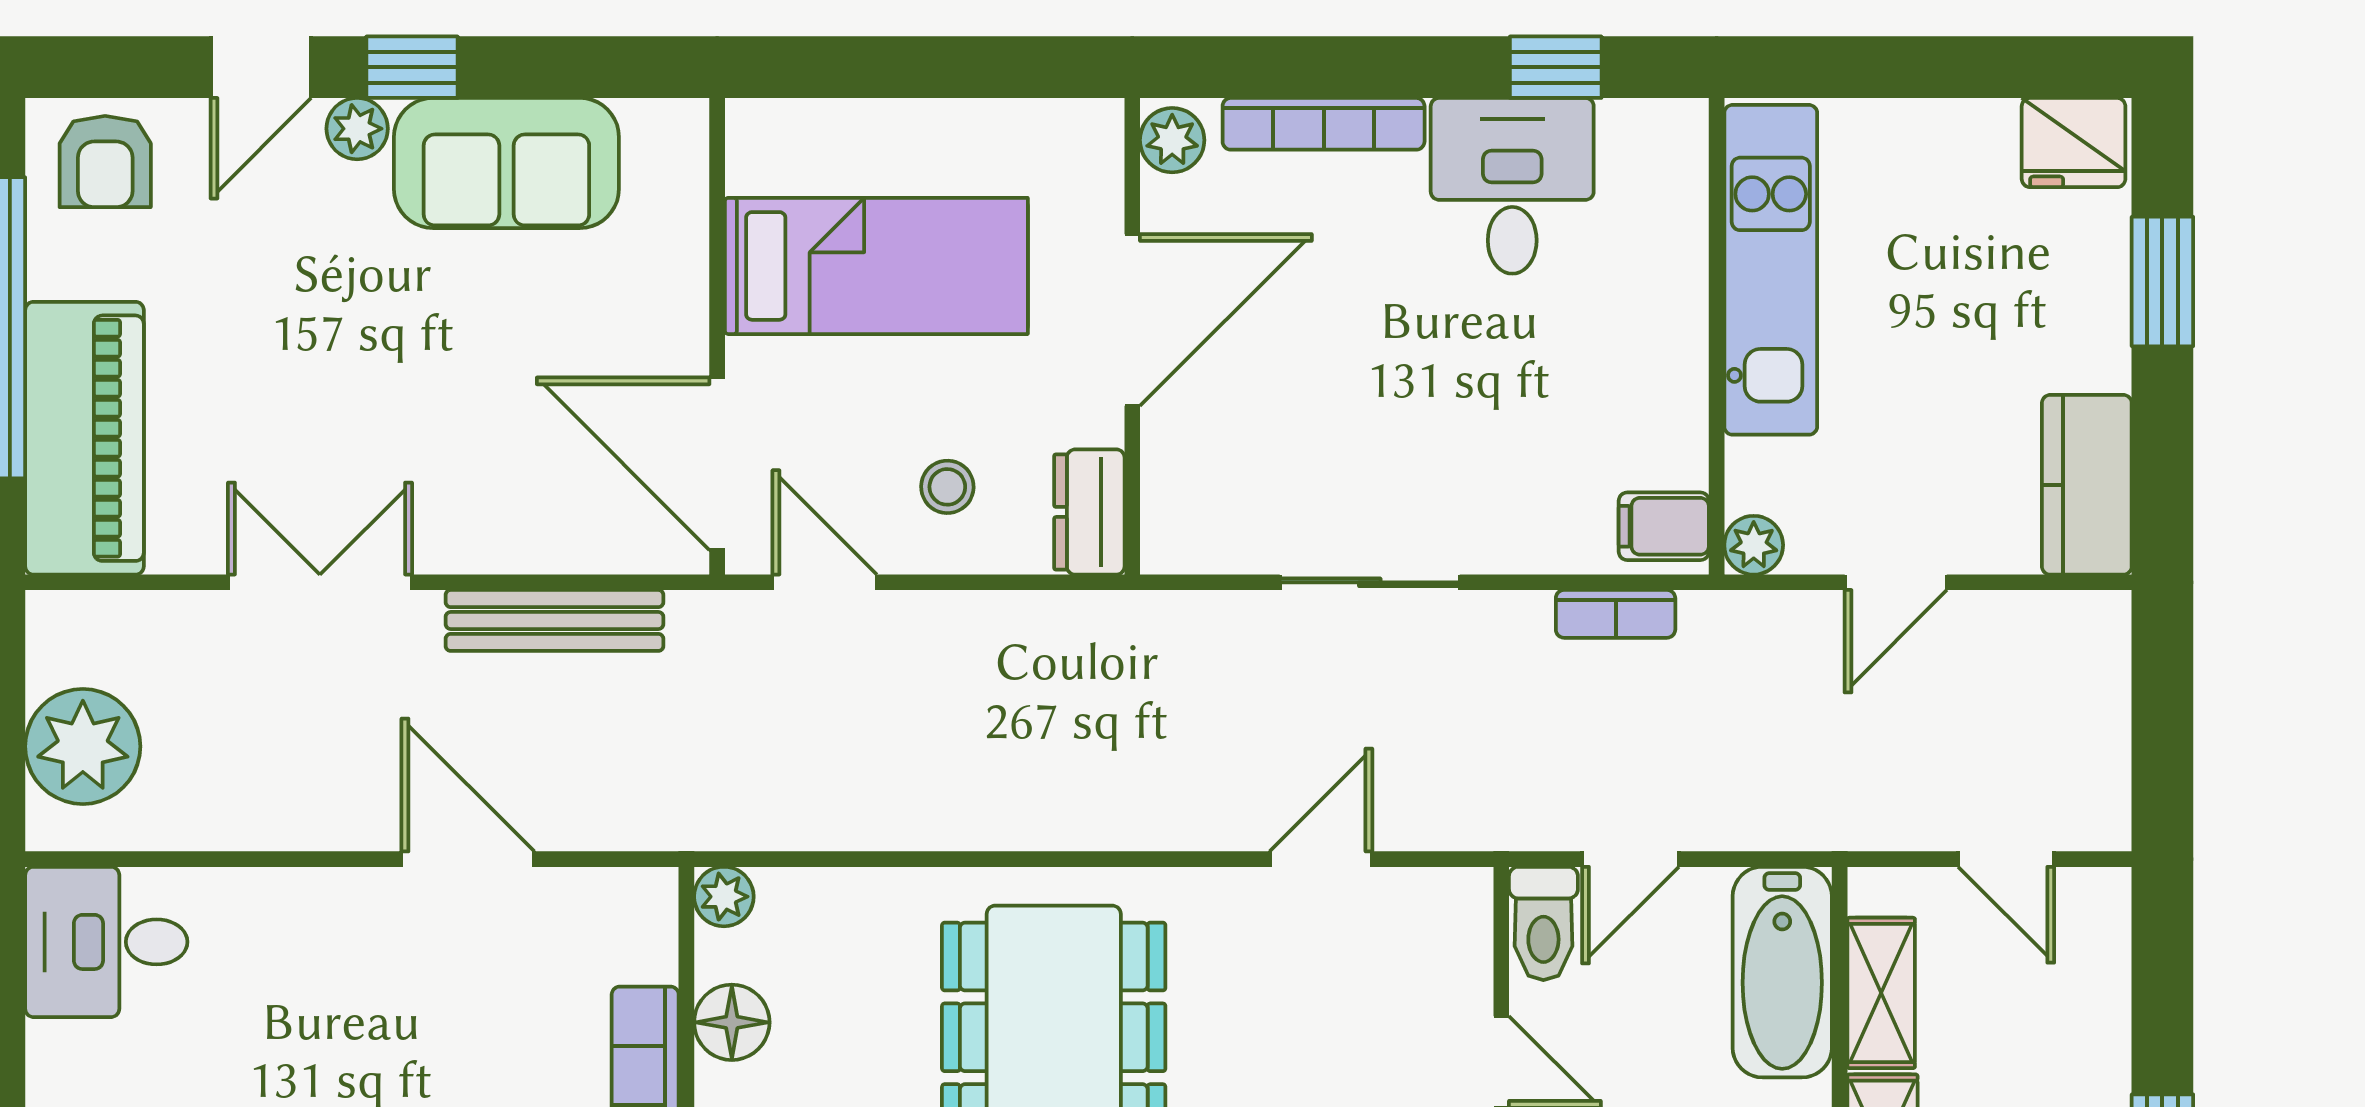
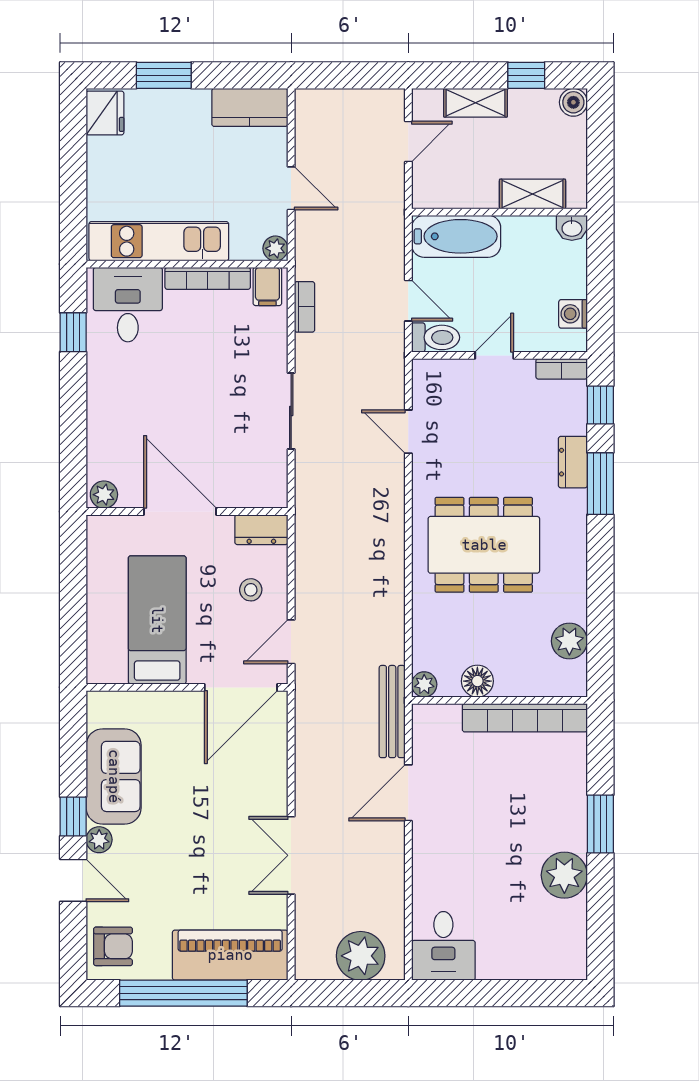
bookcase: (1324, 124) -> (208, 278), moved, turned 90
desk: (1512, 186) -> (128, 305), moved, turned 90
bench: (554, 620) -> (392, 712), moved
shelving: (1881, 993) -> (476, 103), moved

